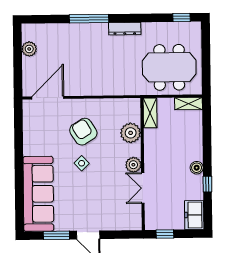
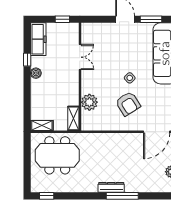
dresser: (125, 29) -> (111, 187), moved
plant: (133, 165) -> (87, 76), removed
freezer: (194, 215) -> (38, 39), width x1.40

